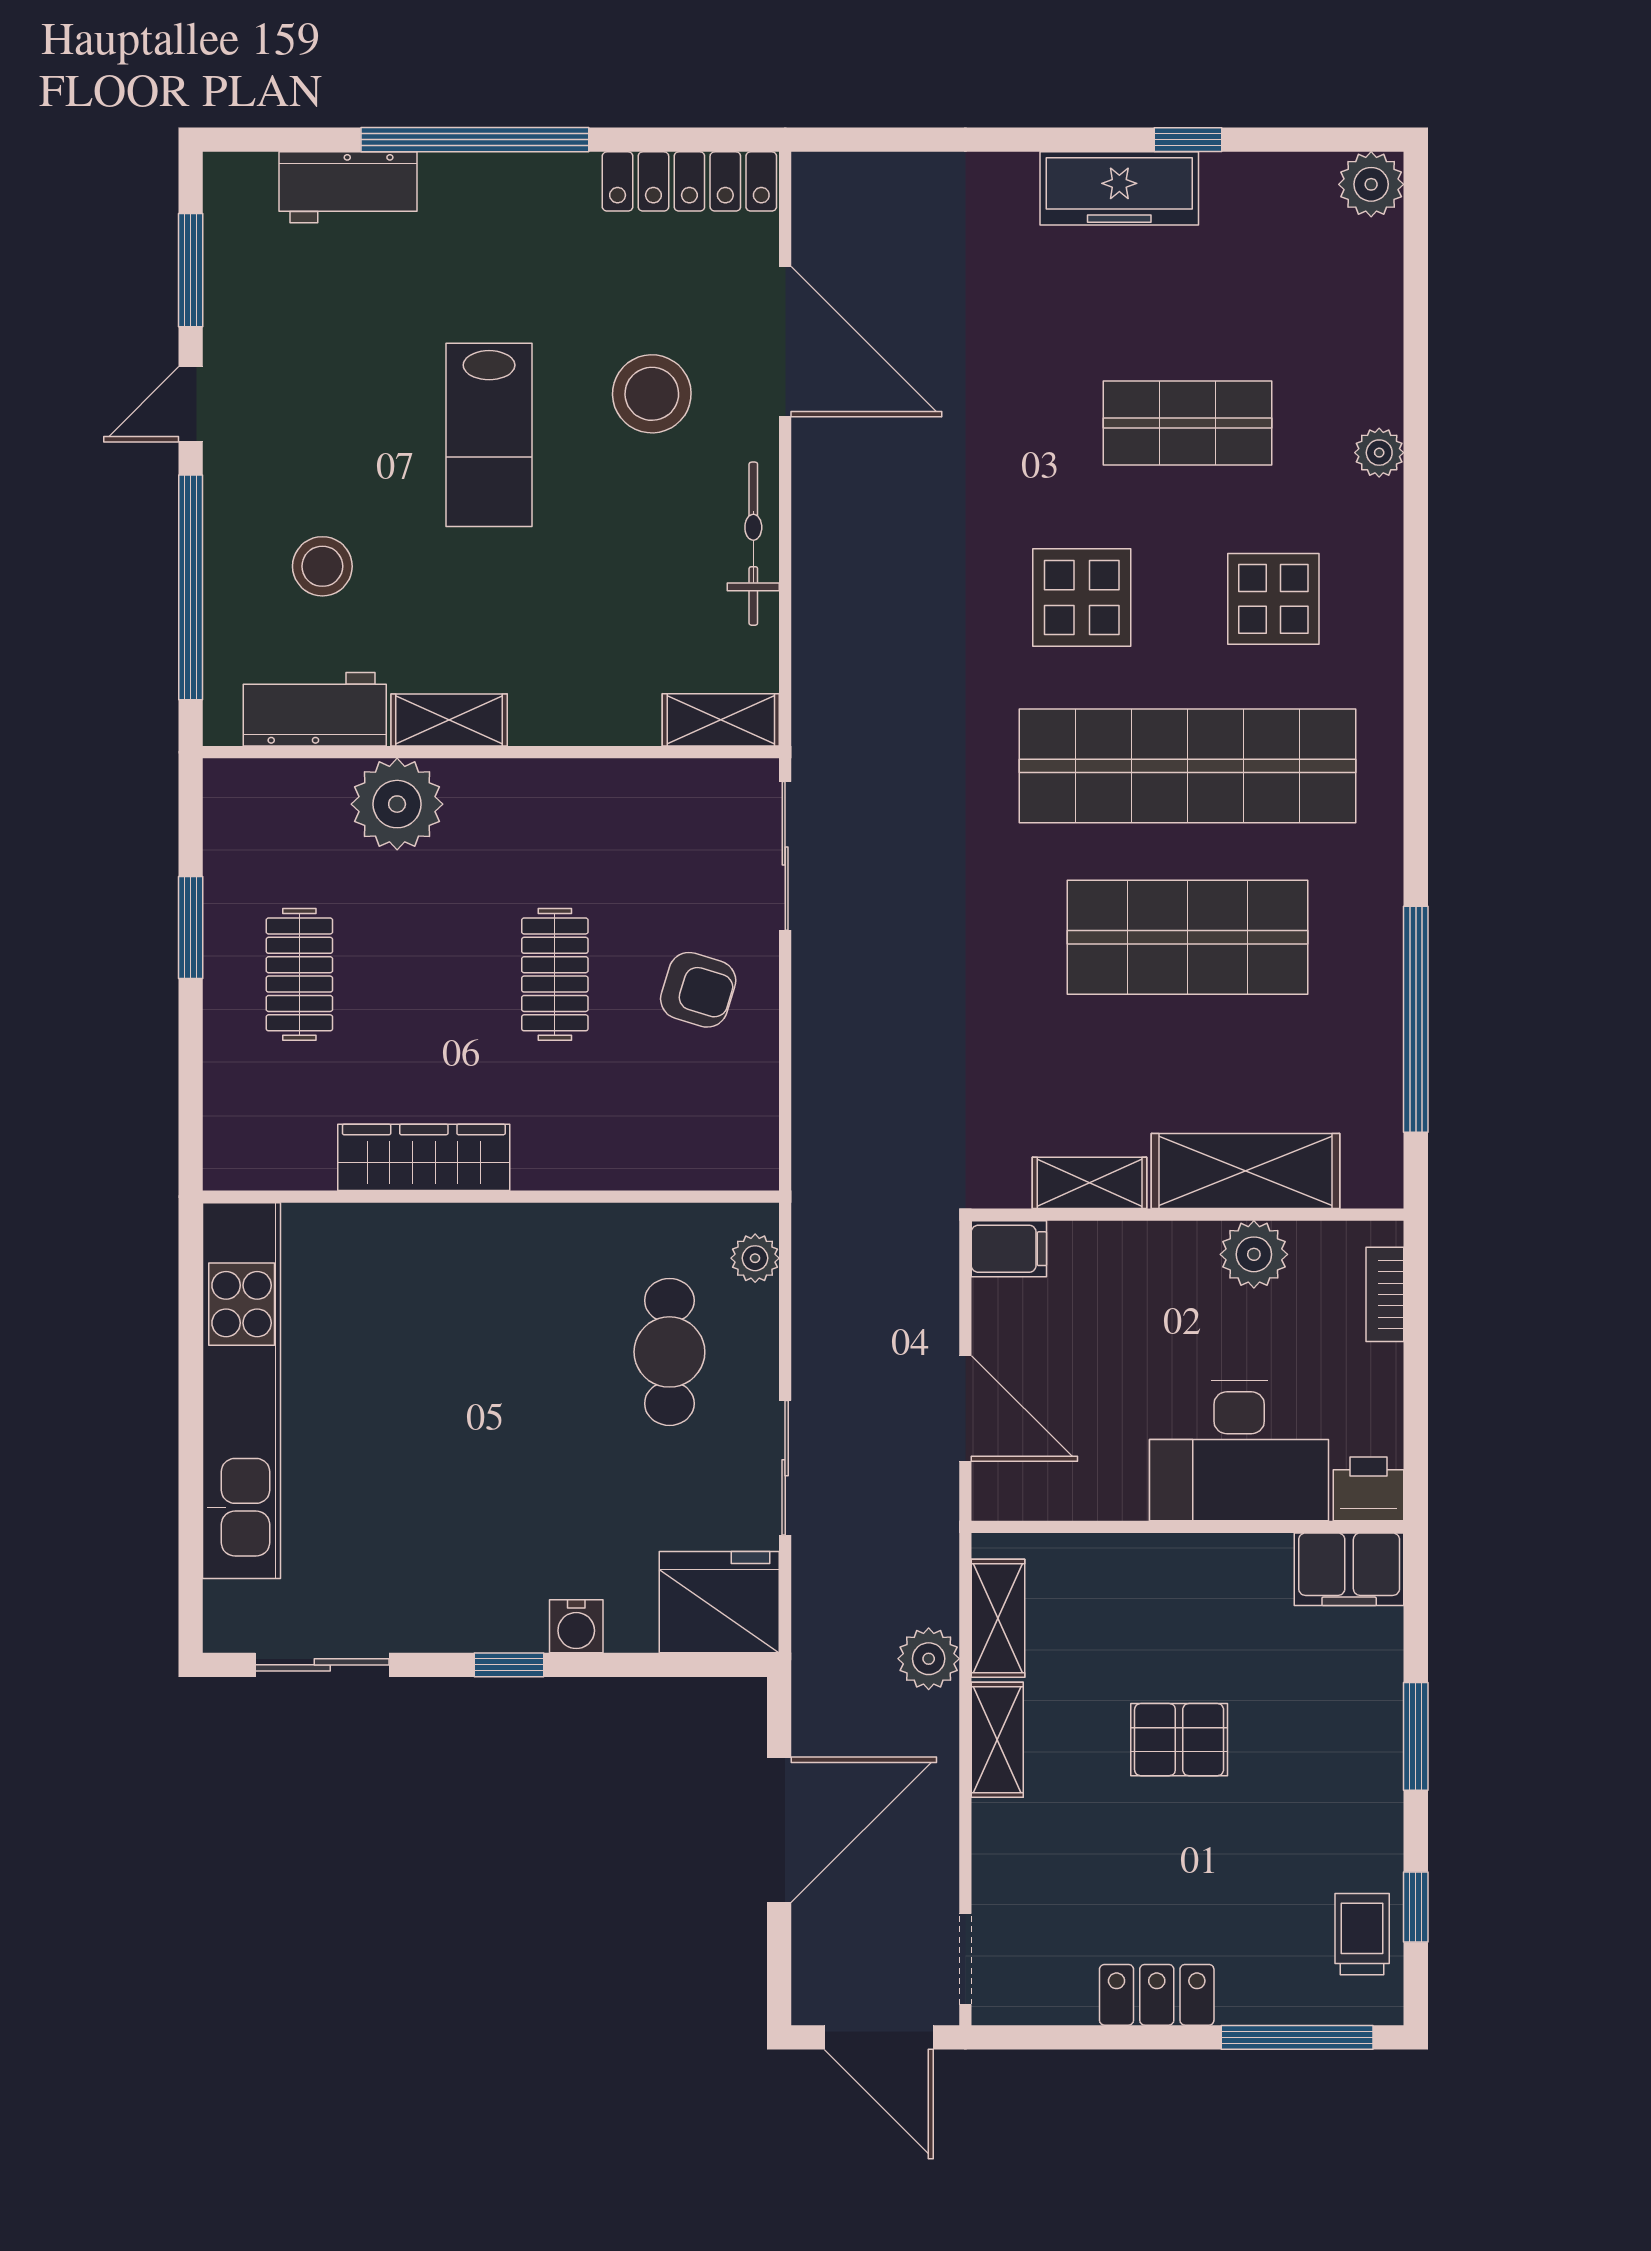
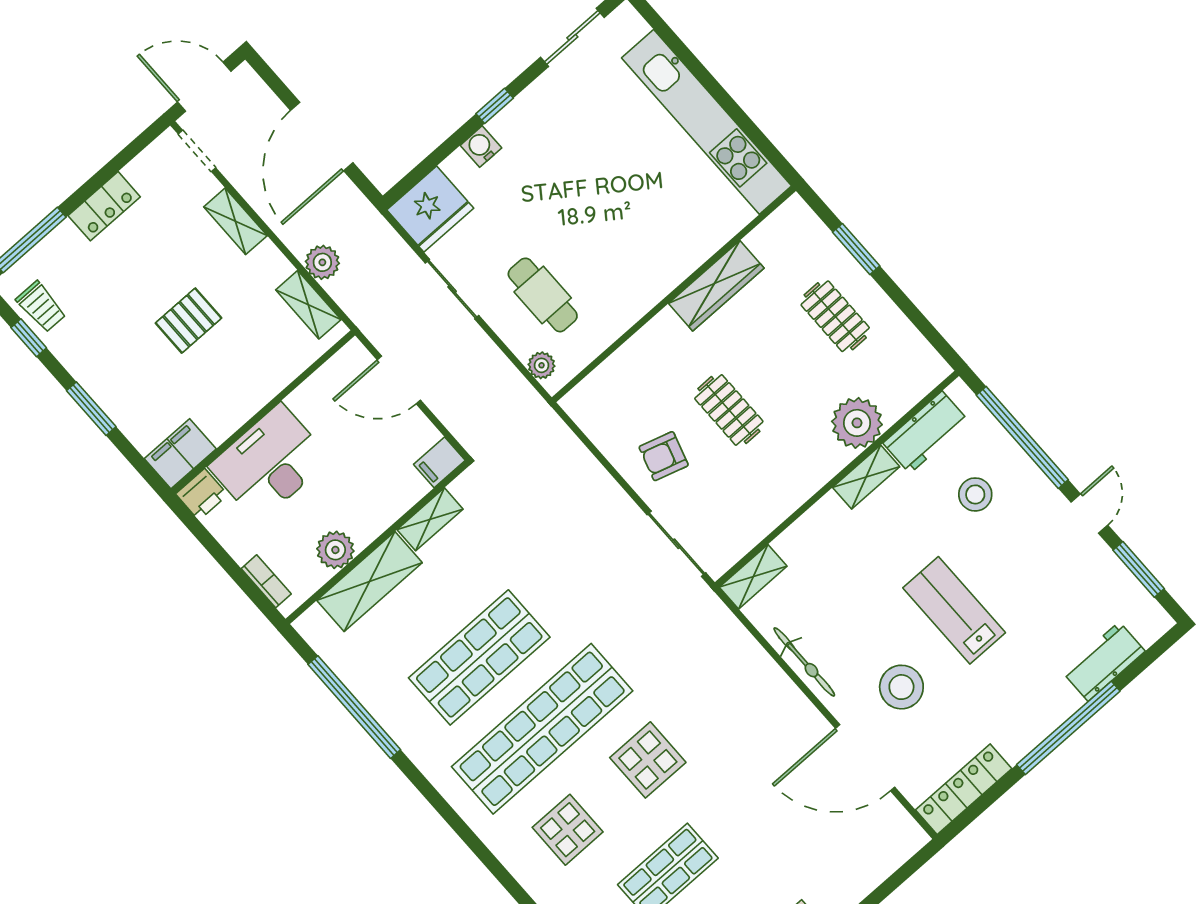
window: (191, 928) -> (856, 249), moved
shelving: (997, 1740) -> (235, 221), moved

